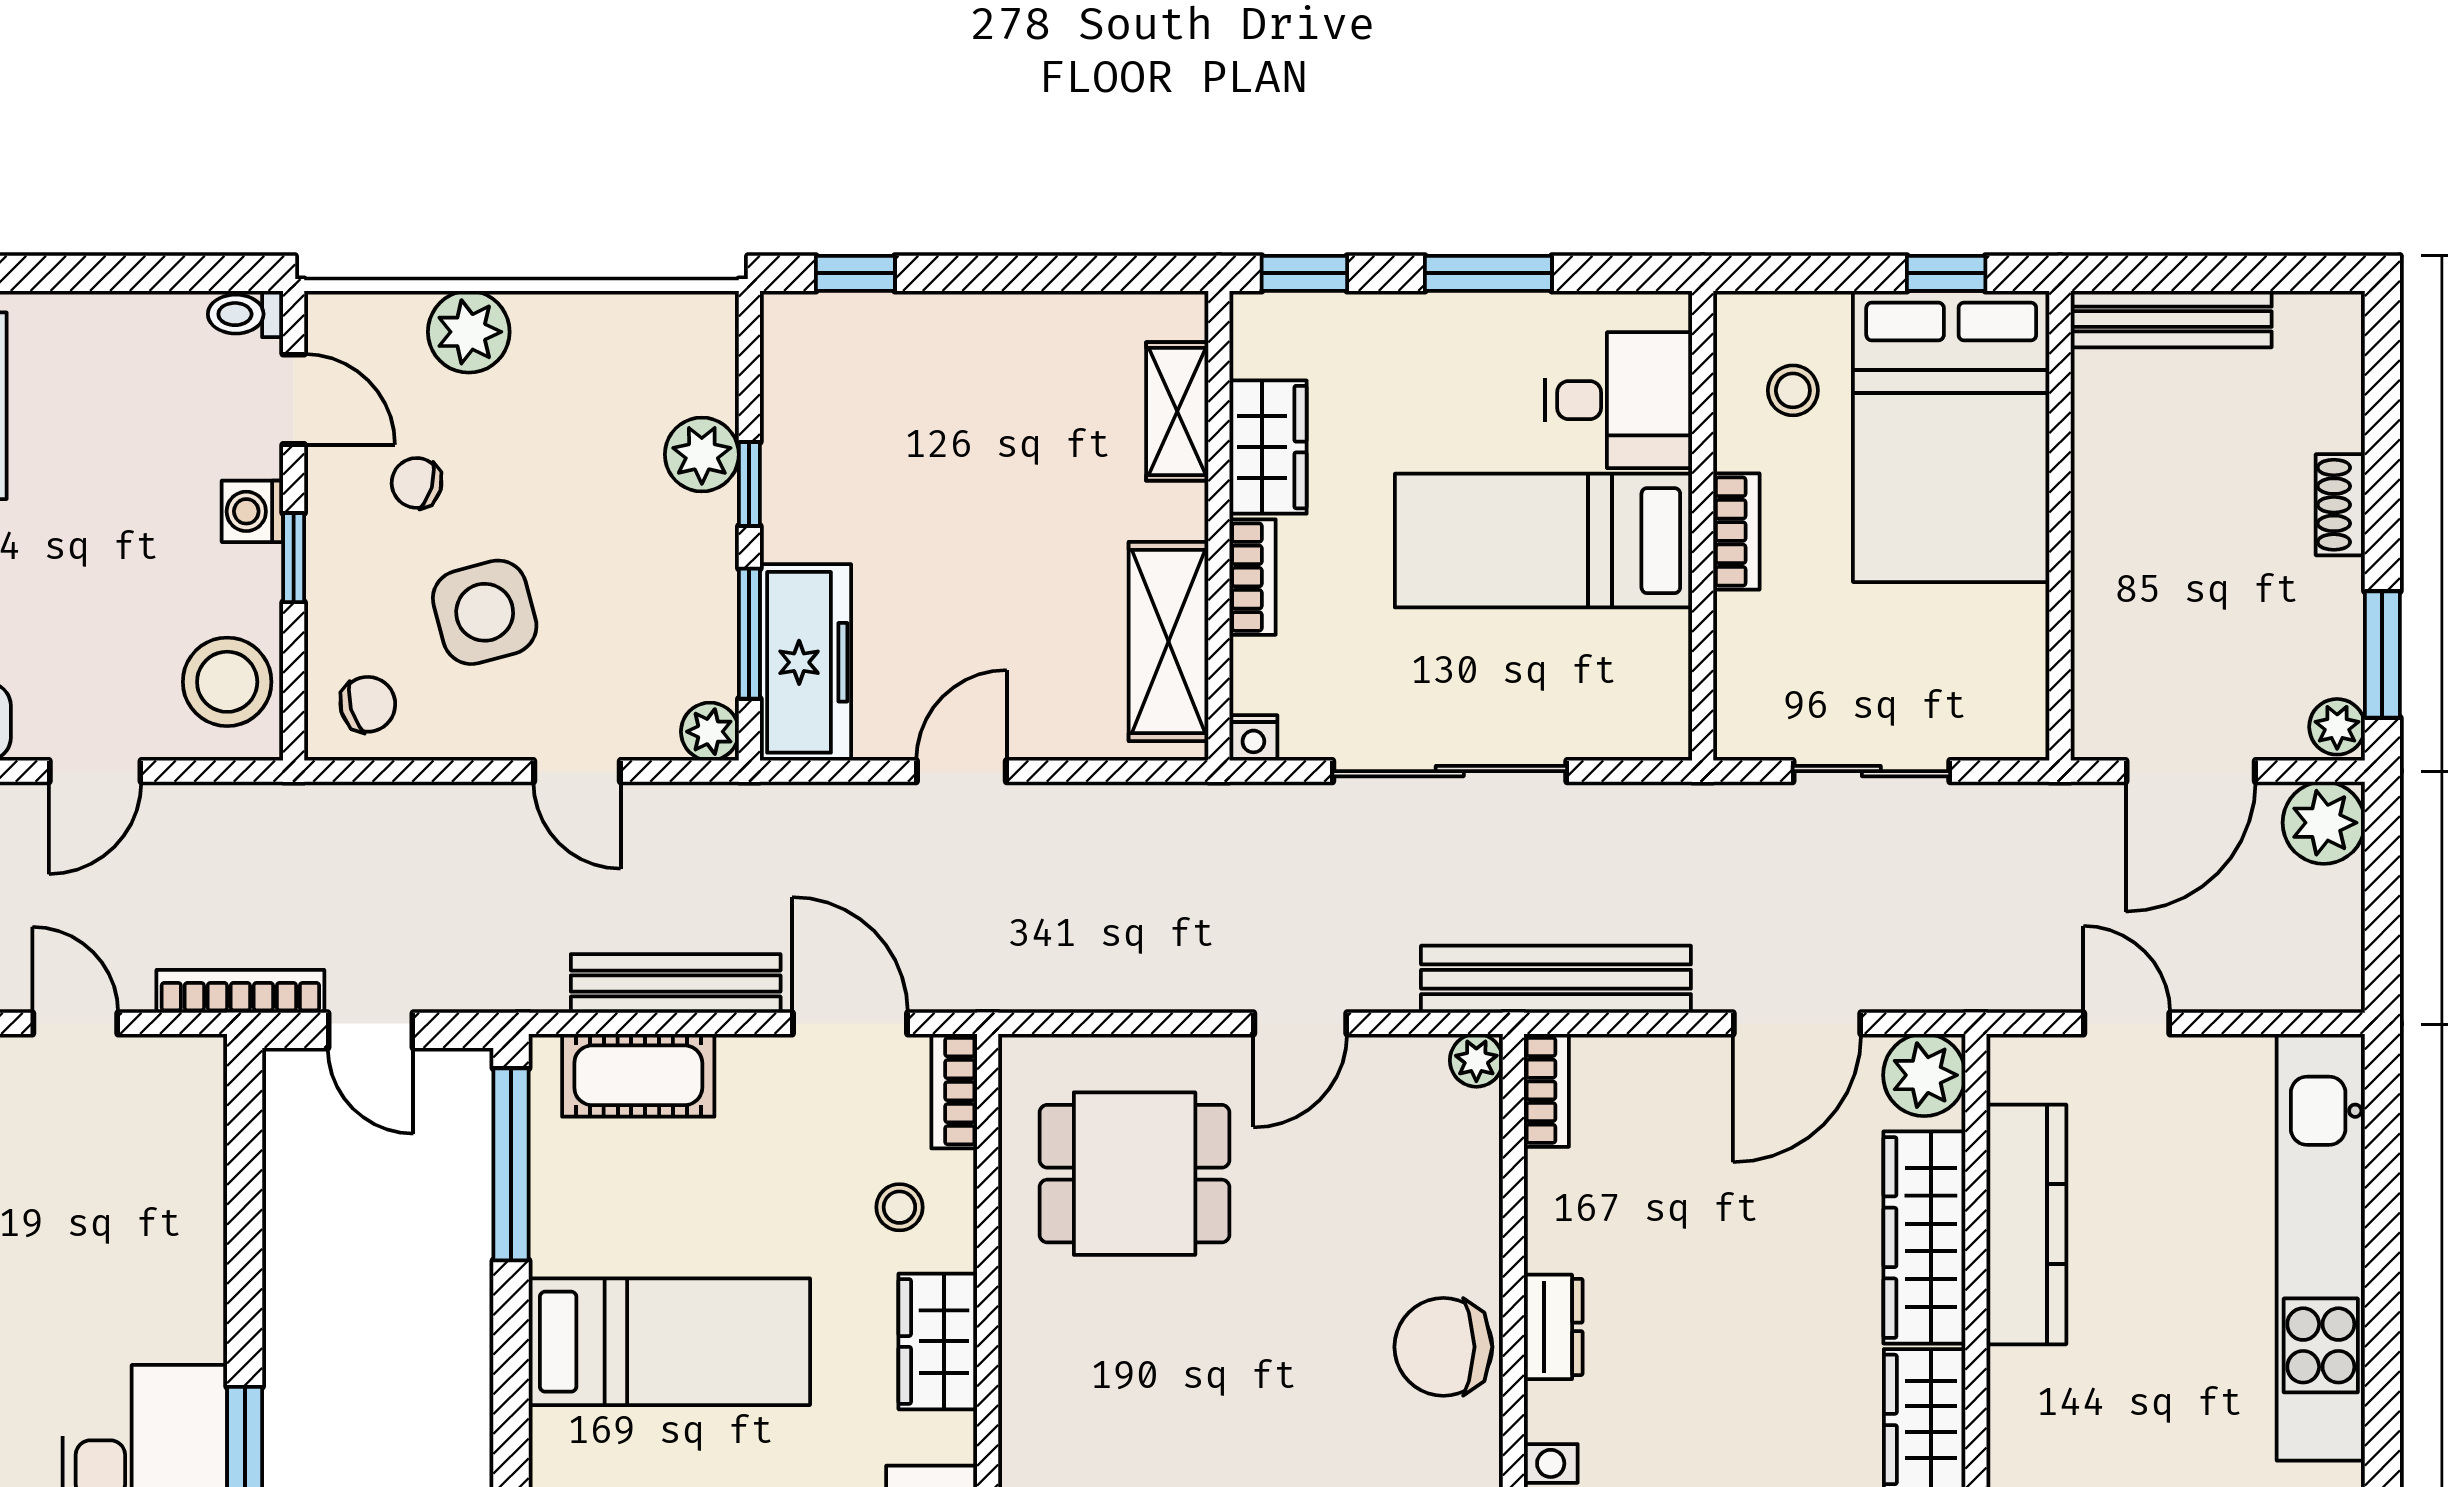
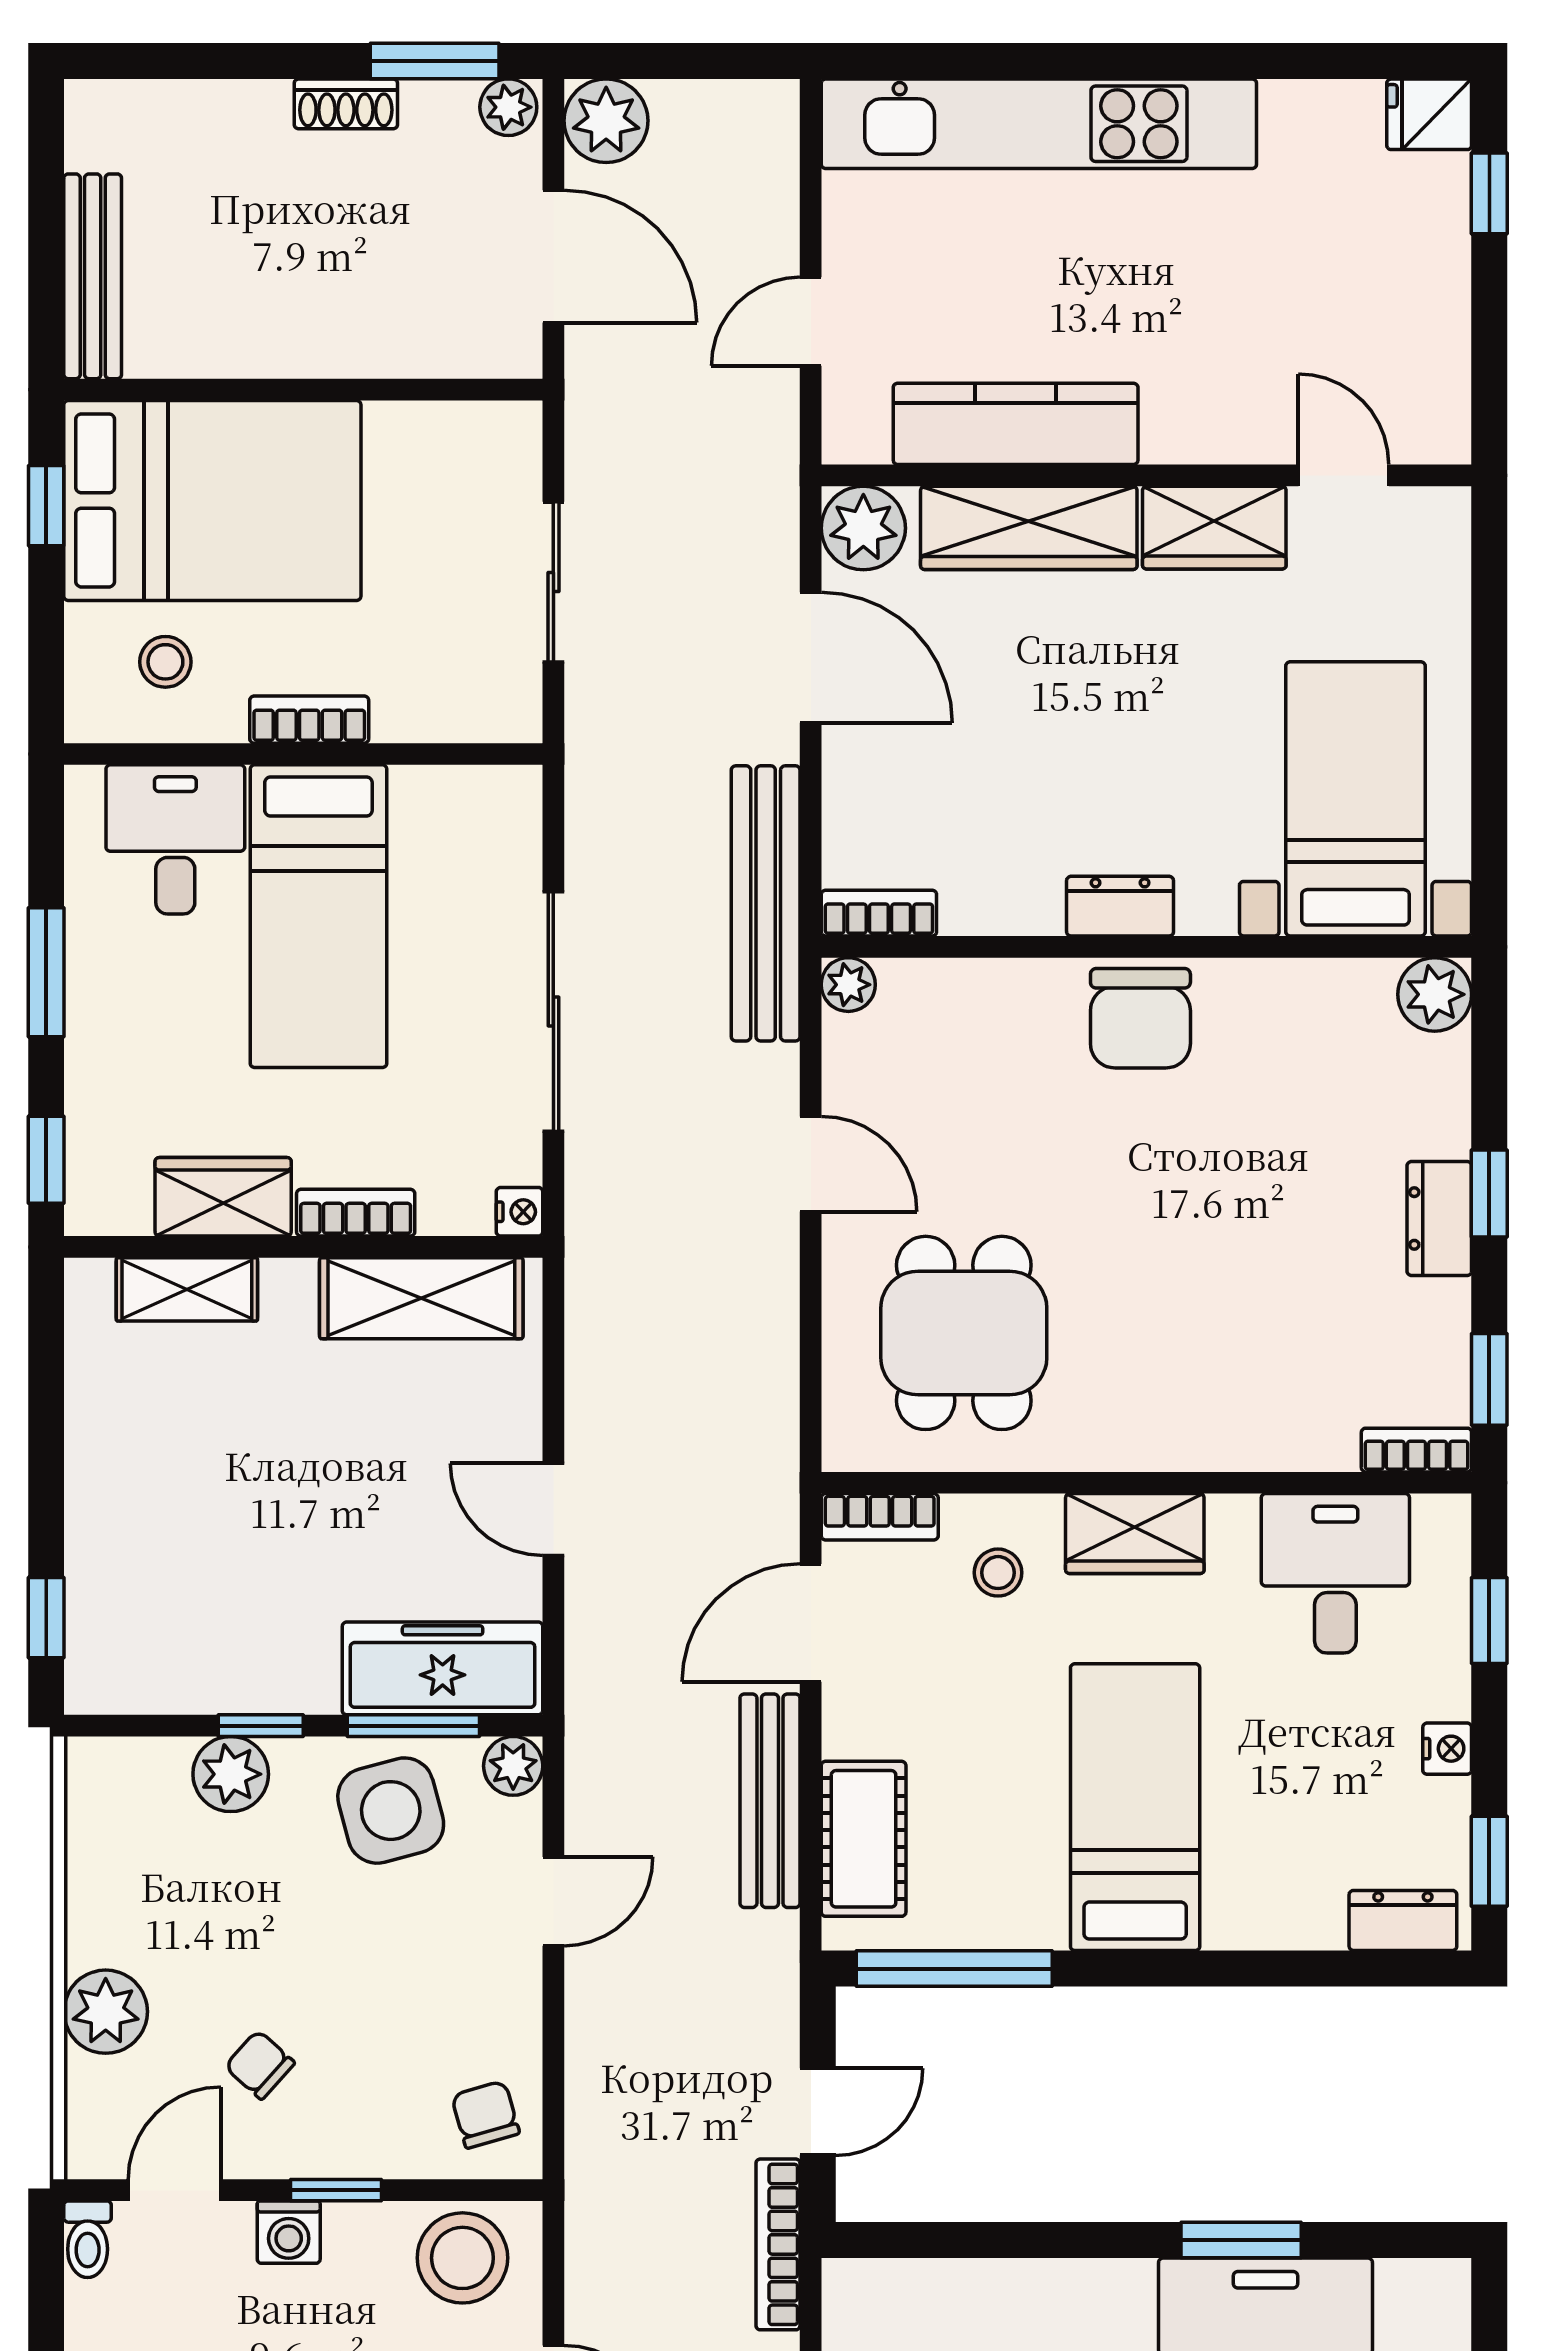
chair: (417, 483) -> (260, 2065), turned 116
shoe rack: (2340, 505) -> (346, 104), moved
side table: (485, 612) -> (391, 1811), moved

